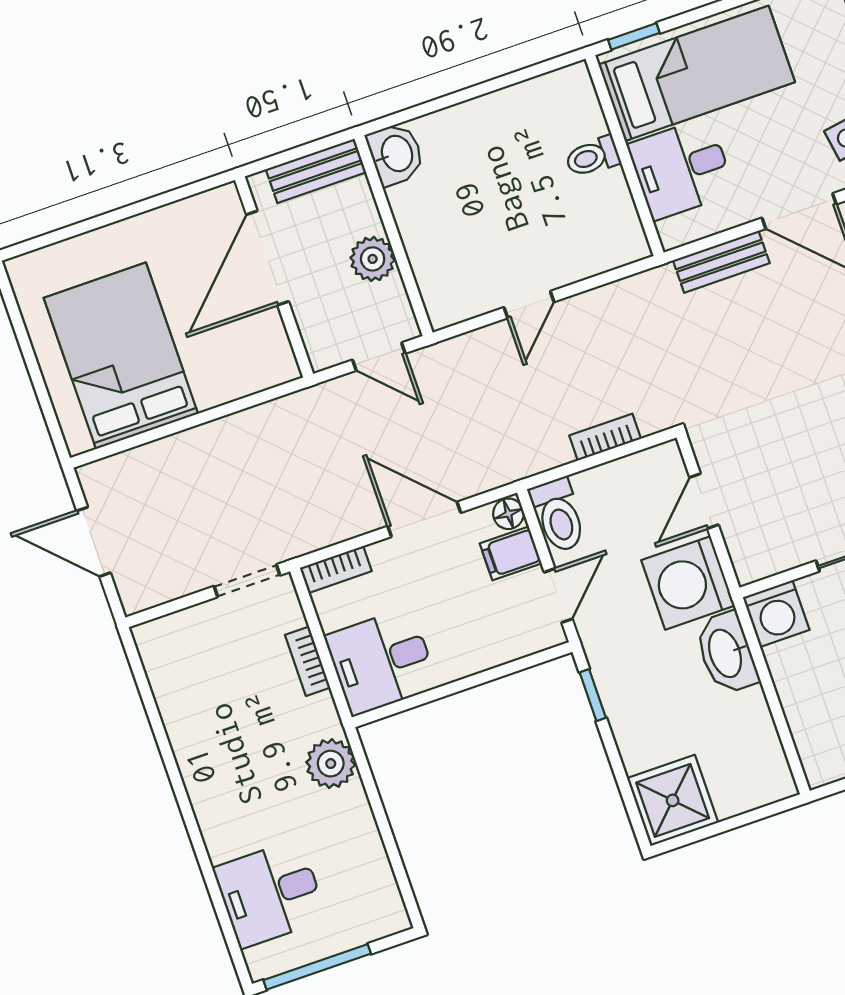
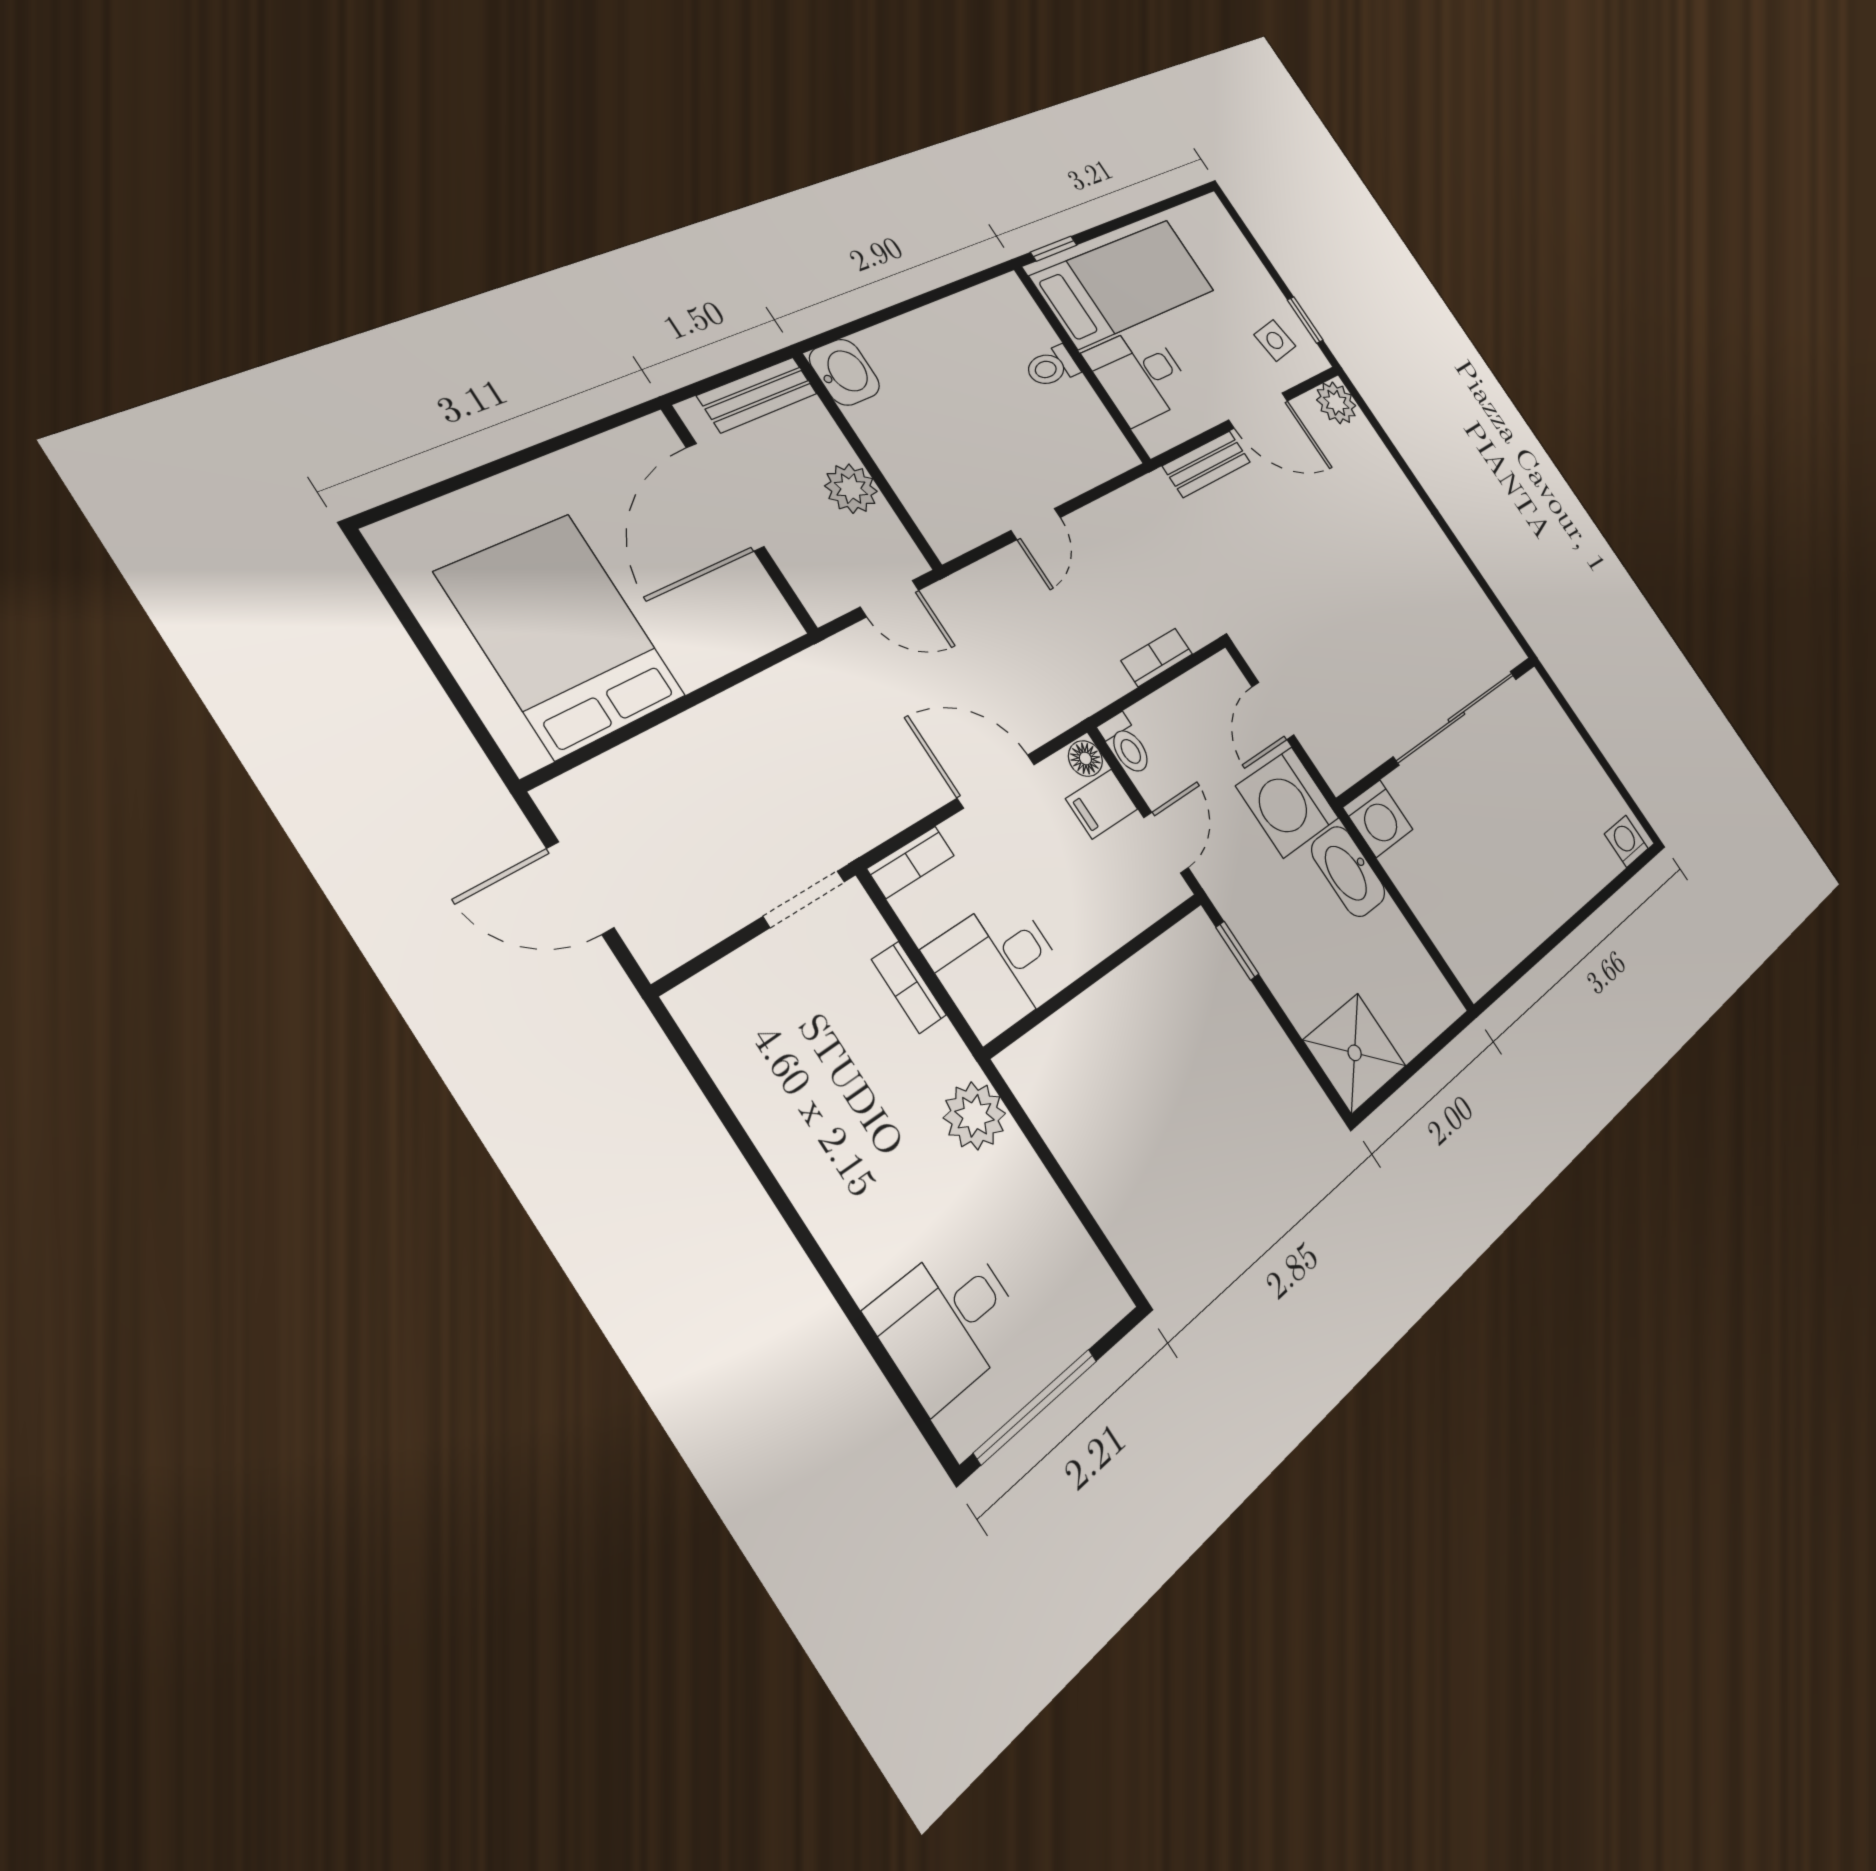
toilet: (558, 515) -> (1126, 744), width x0.73, depth x0.72

